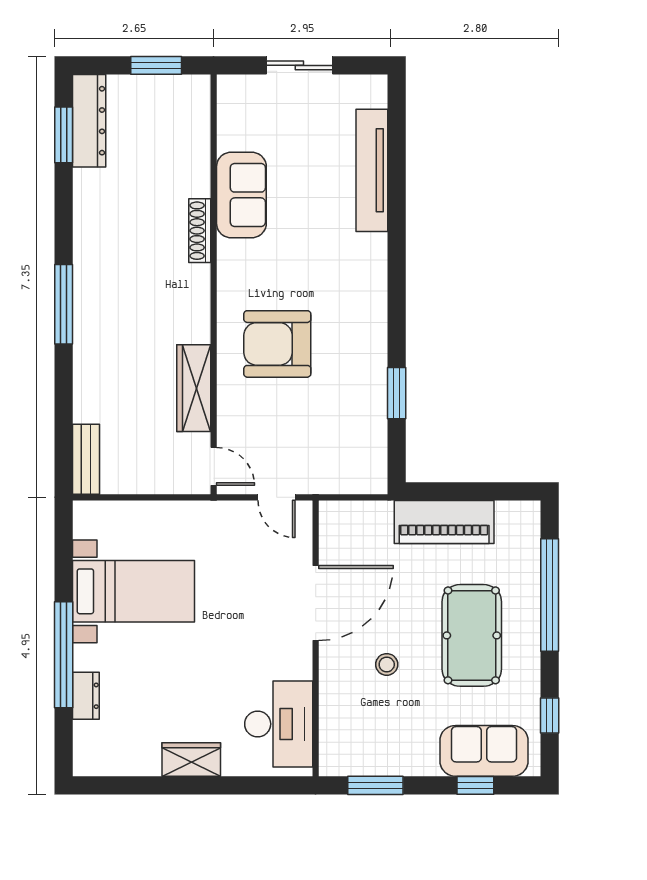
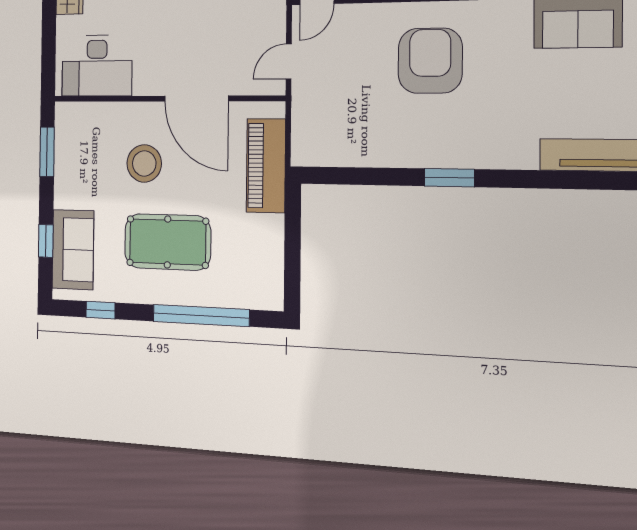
window: (397, 393) -> (449, 178), moved
piano: (444, 522) -> (266, 166), moved
stool: (387, 664) -> (144, 163), width x1.89, depth x1.89

